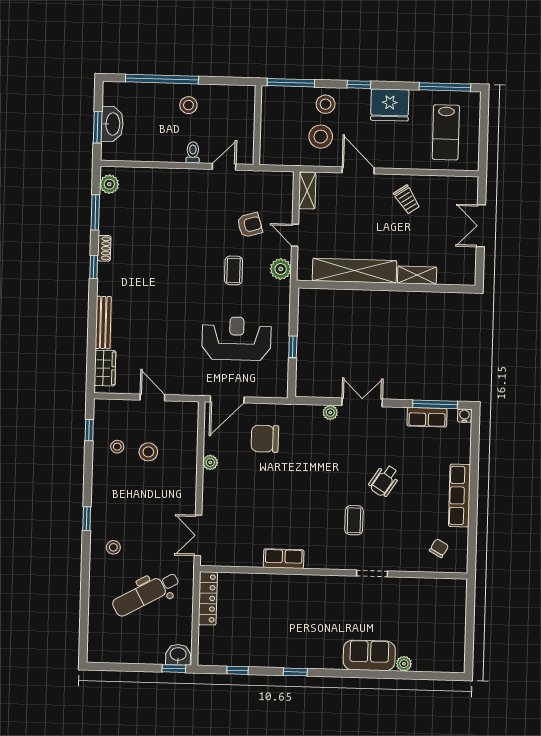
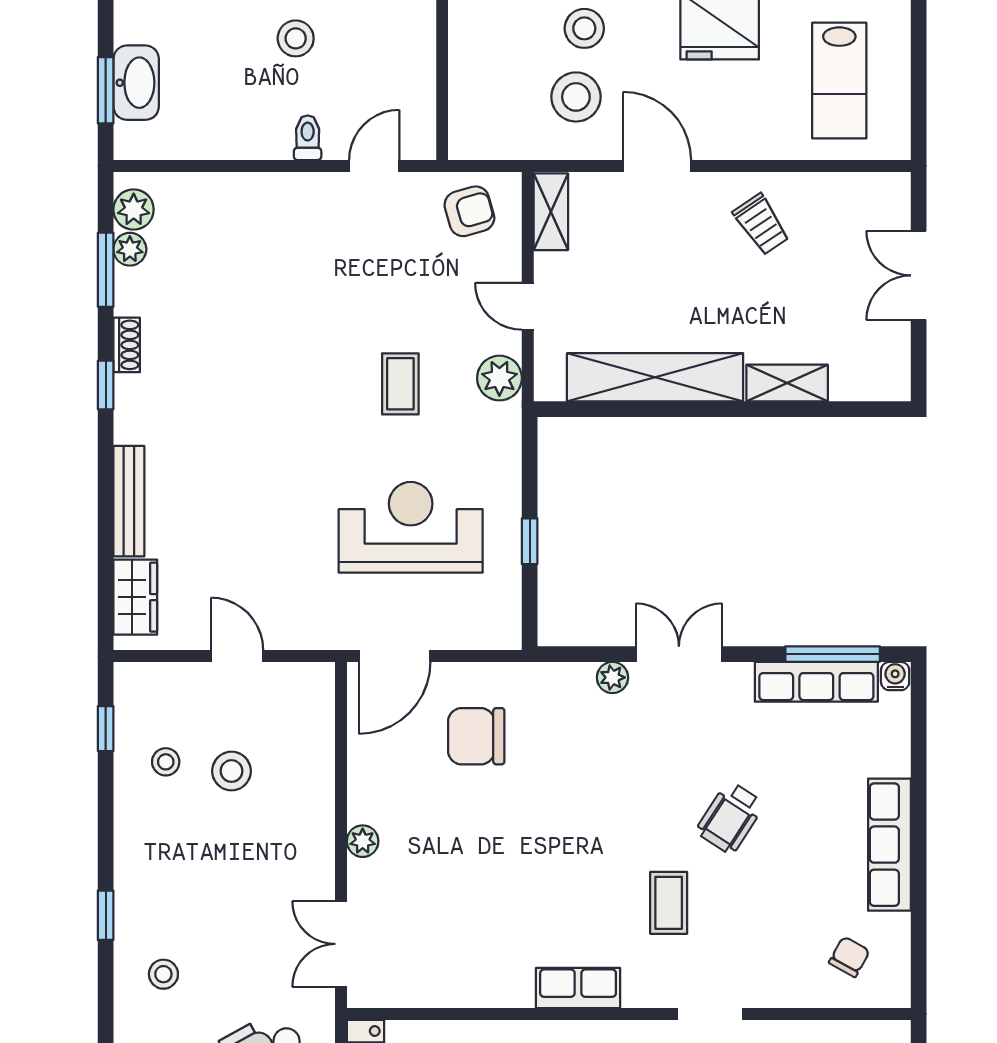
plant: (107, 203) -> (130, 249), added
armchair: (250, 225) -> (469, 211), moved
row of seats: (427, 417) -> (816, 682), width x1.48
plant: (210, 462) -> (363, 841), moved
row of seats: (284, 559) -> (578, 988), moved

